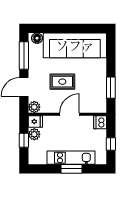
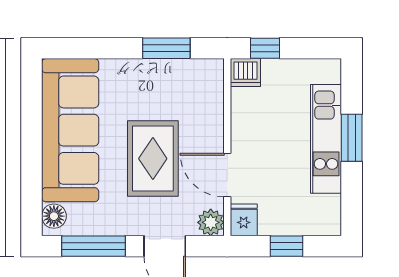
rug: (62, 82) -> (153, 159), width x1.36, depth x1.43
door: (69, 114) -> (227, 175), moved
plant: (34, 134) -> (273, 222), removed
window: (111, 144) -> (265, 48), moved

